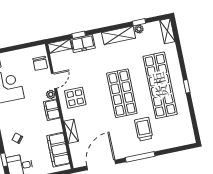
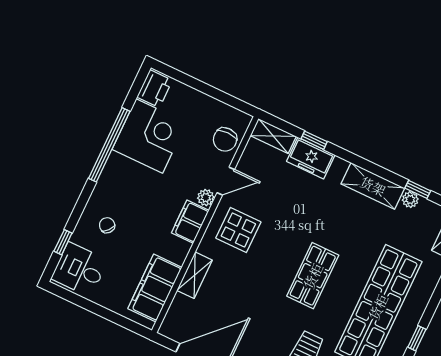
shop shelf: (122, 93) -> (313, 276), width x0.70, depth x0.74

